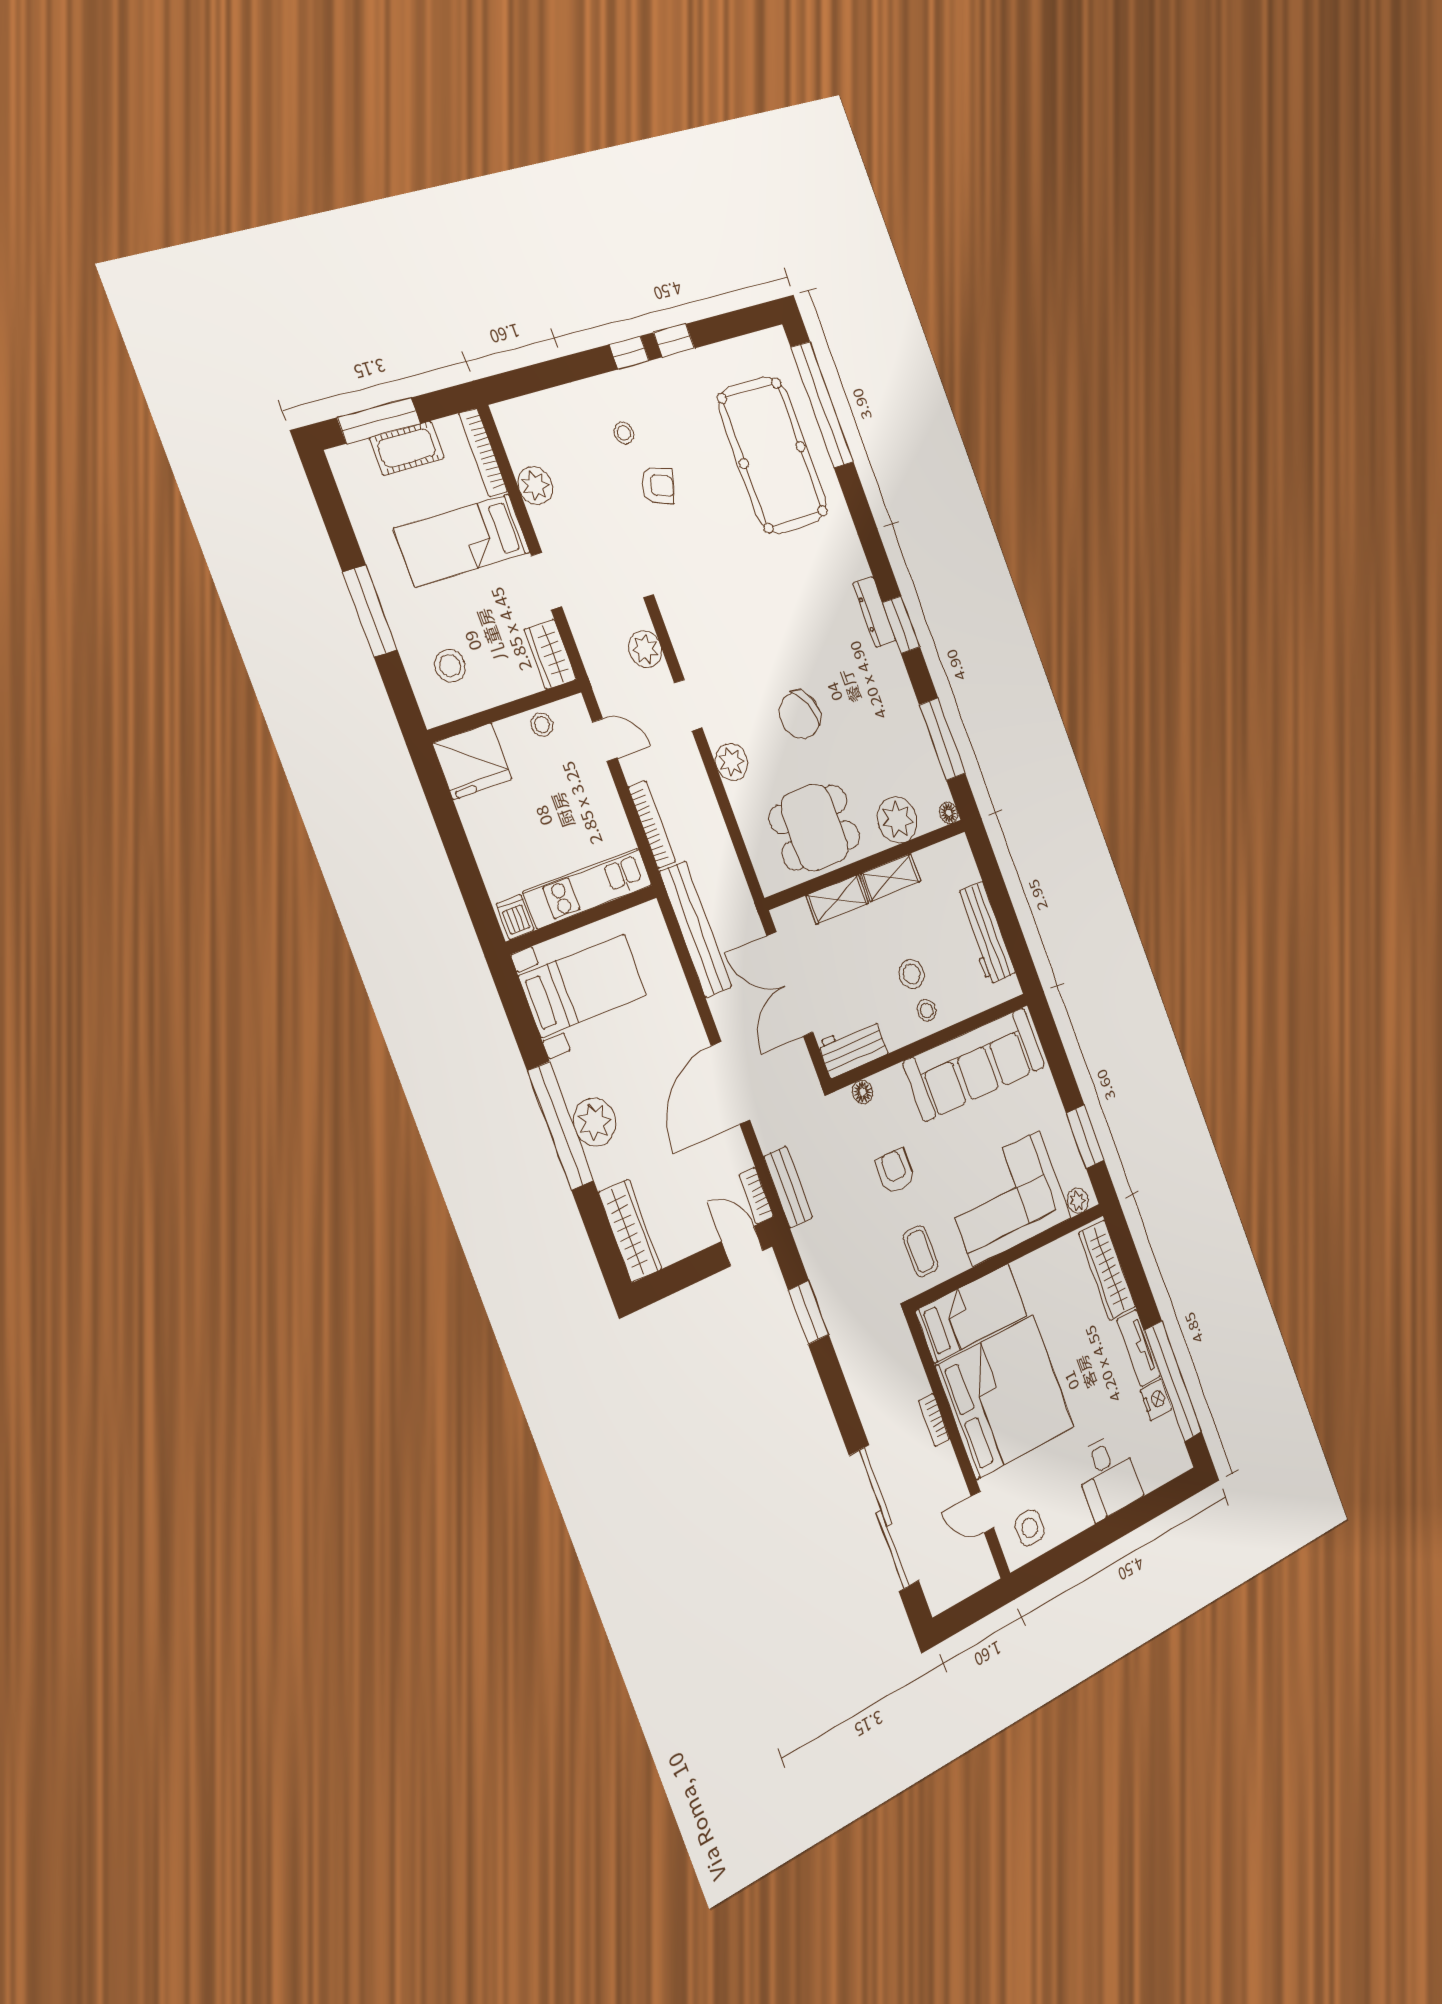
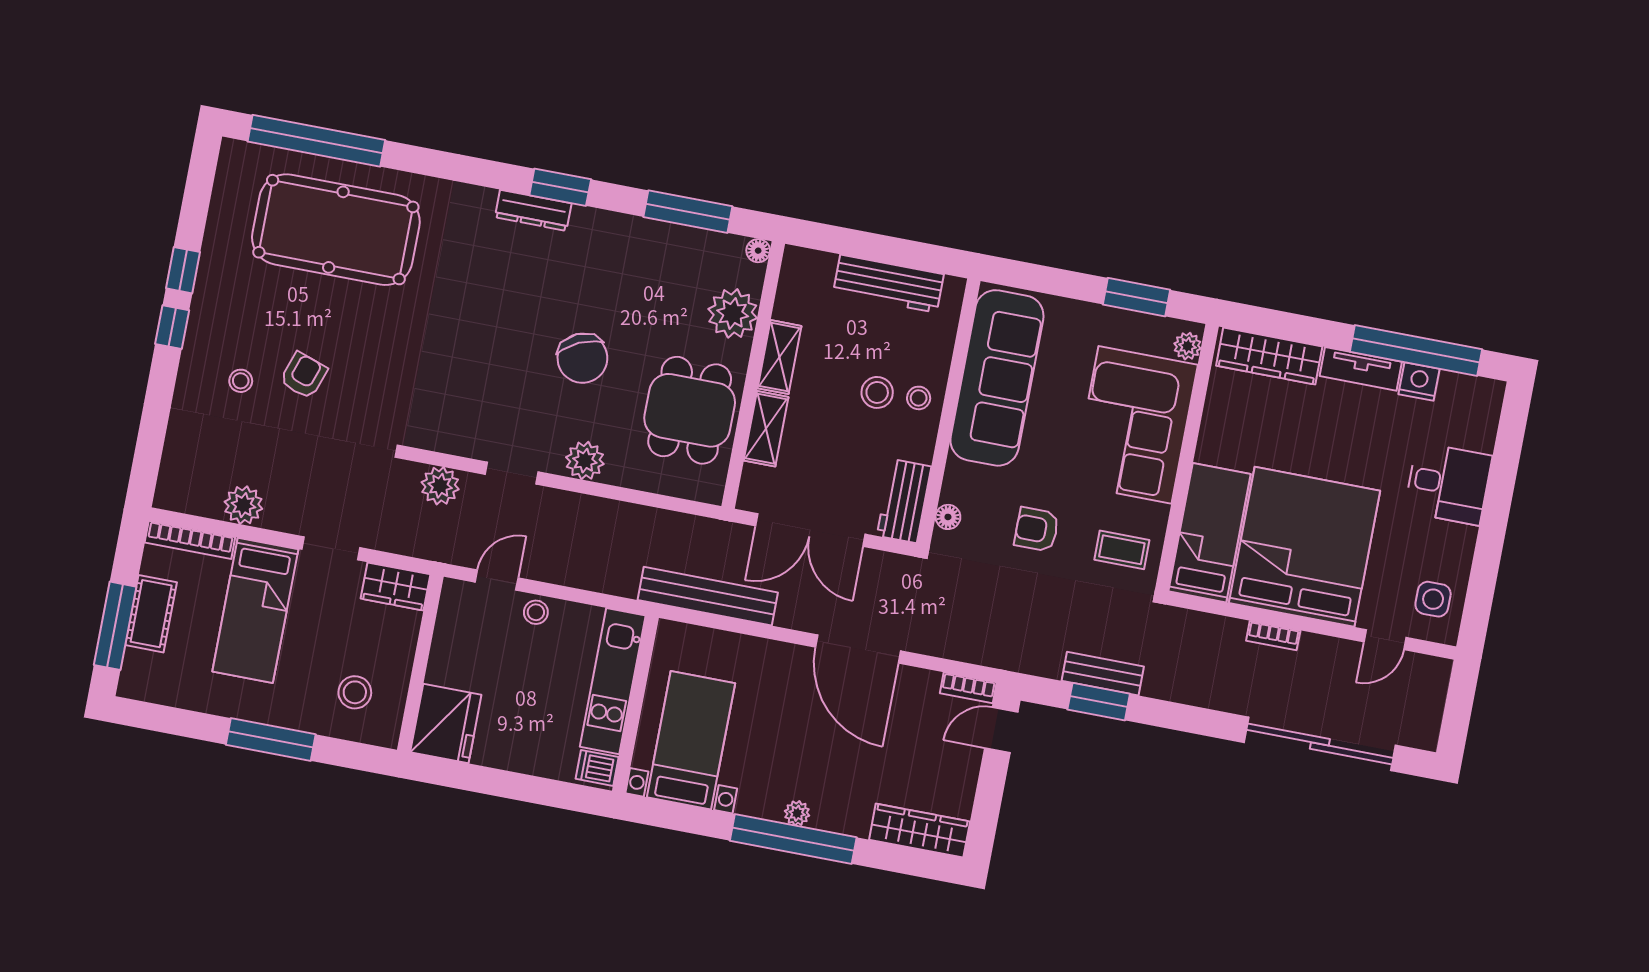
stool: (542, 725) -> (536, 612), moved
bookcase: (652, 825) -> (594, 580), removed
plant: (595, 1122) -> (797, 813), width x0.53, depth x0.53
bench: (788, 1187) -> (1103, 674), moved

